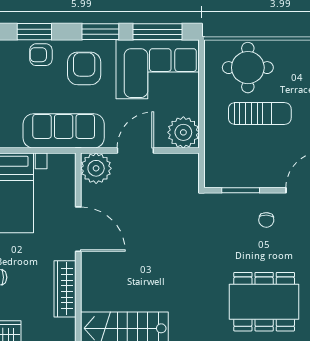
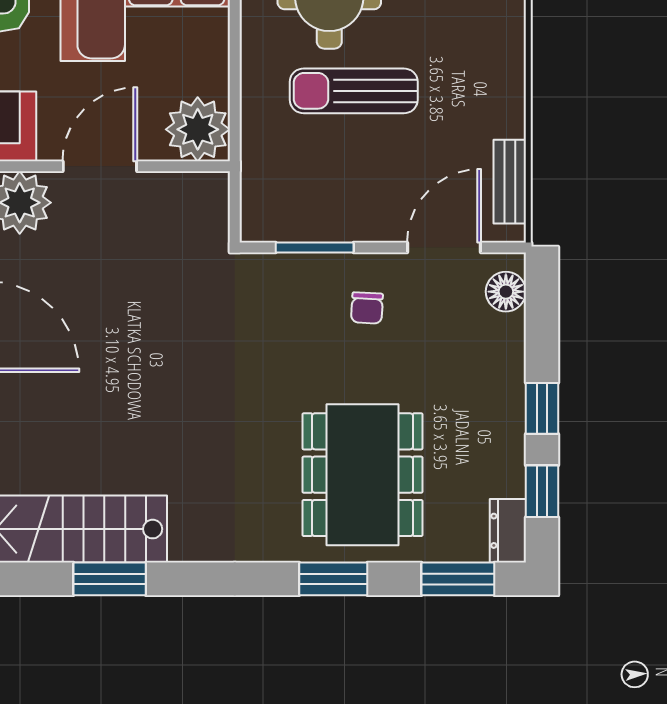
sun lounger: (260, 114) -> (354, 91), turned 180
dining table: (264, 302) -> (363, 475), turned 90

